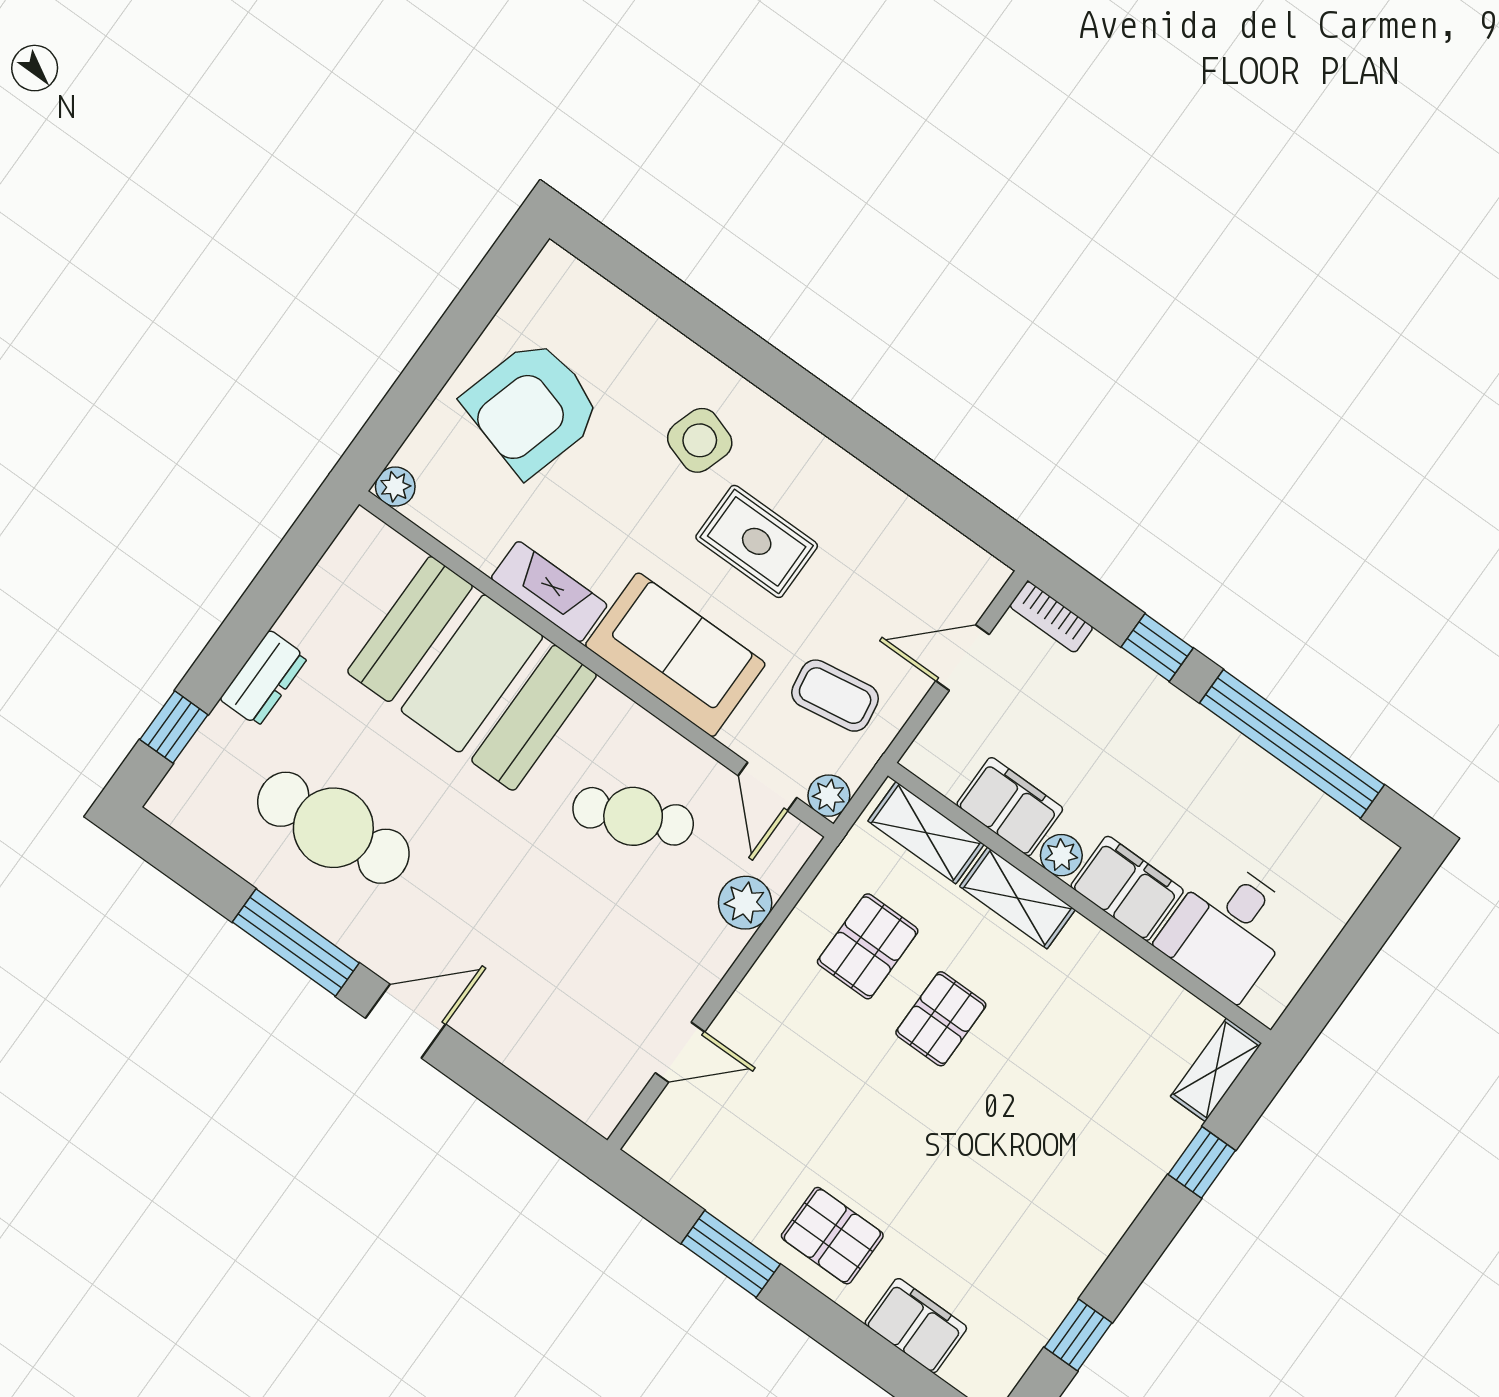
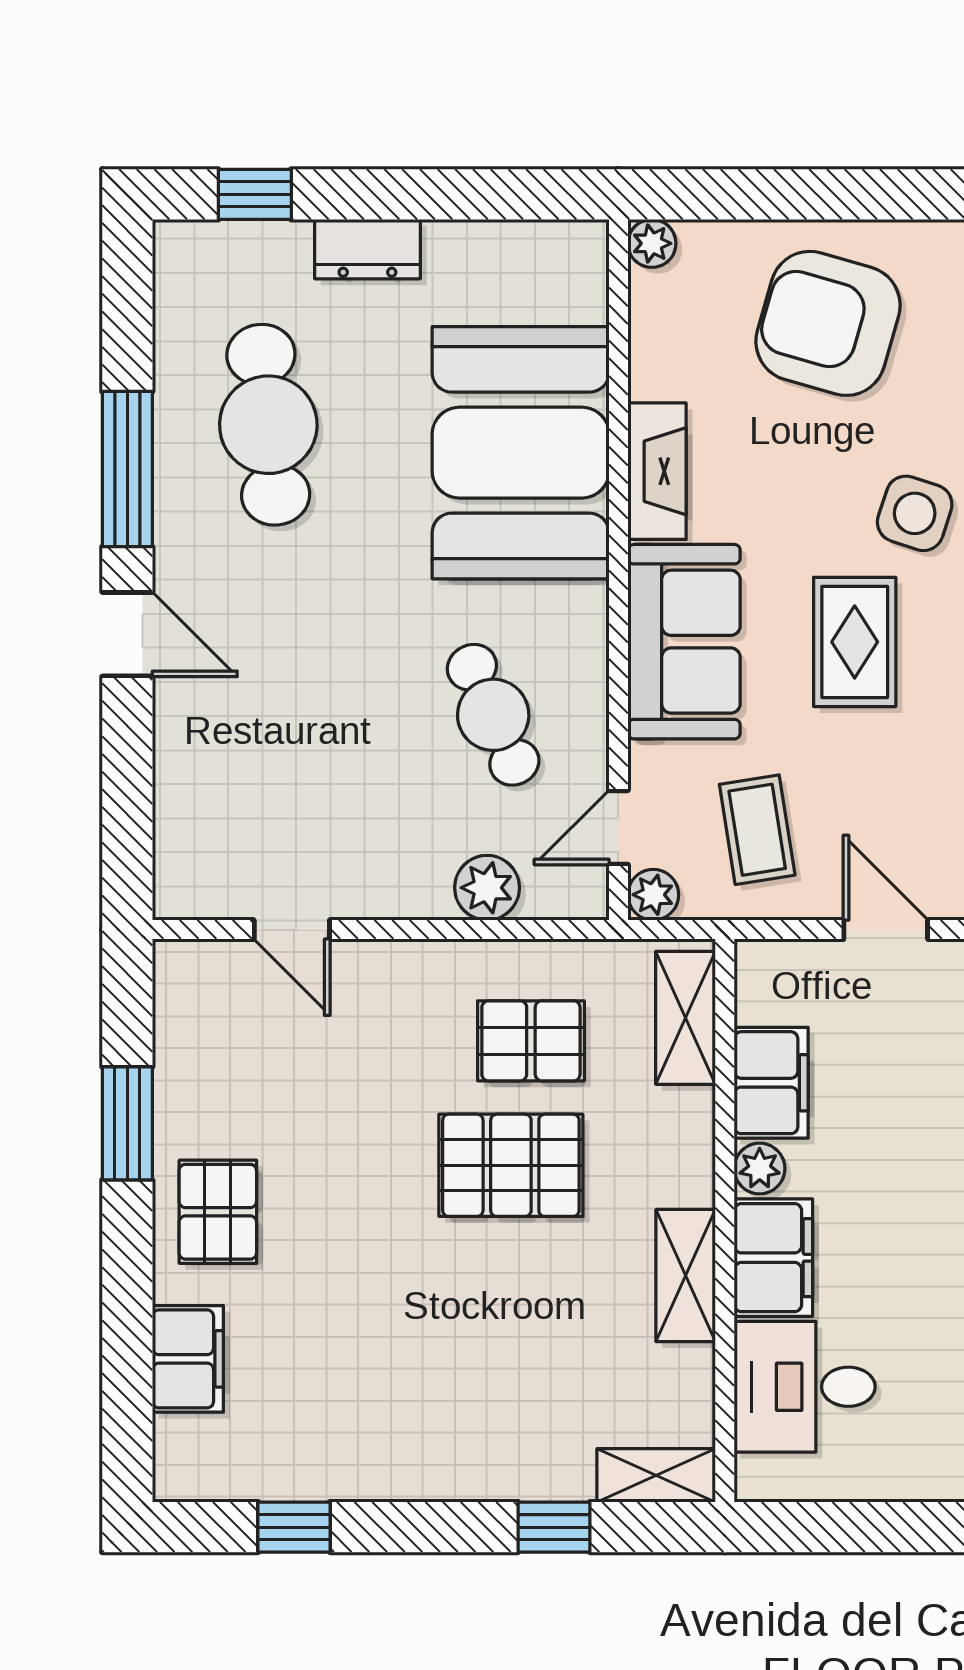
shelving: (1017, 898) -> (686, 1276), moved
pallet: (941, 1019) -> (511, 1165), width x1.50, depth x1.42

